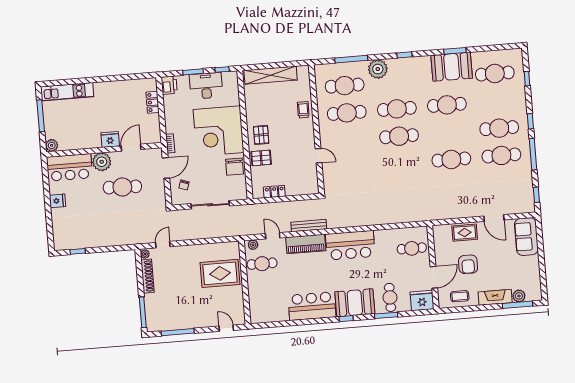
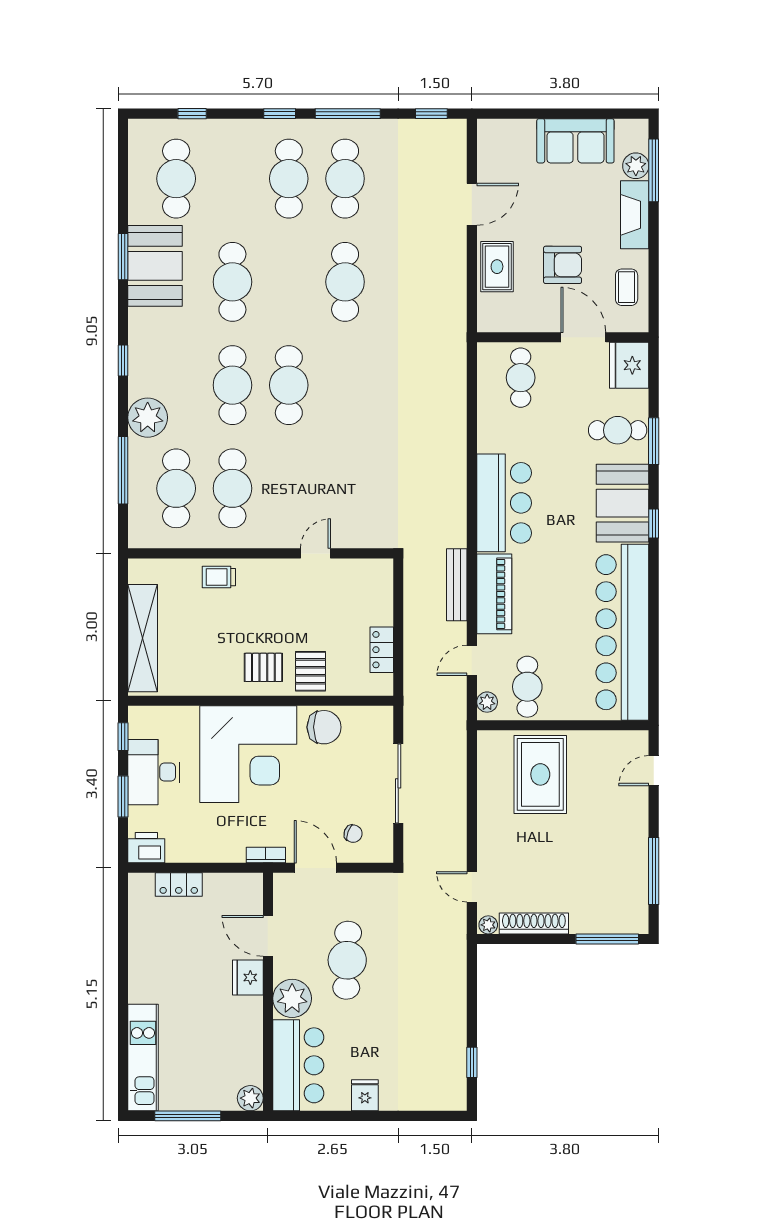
sofa: (526, 237) -> (575, 141), moved
bar counter: (312, 306) -> (622, 632), width x1.86

